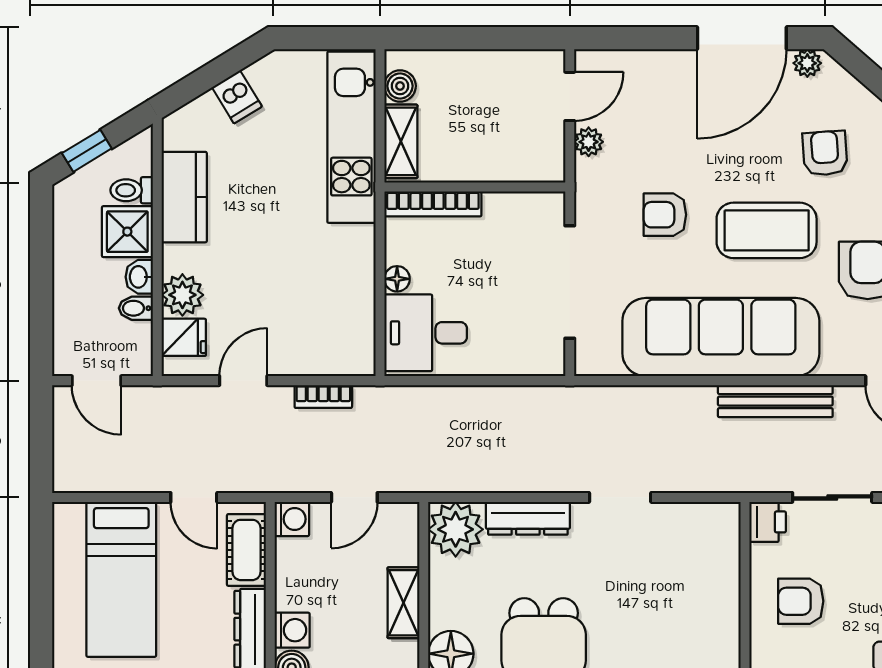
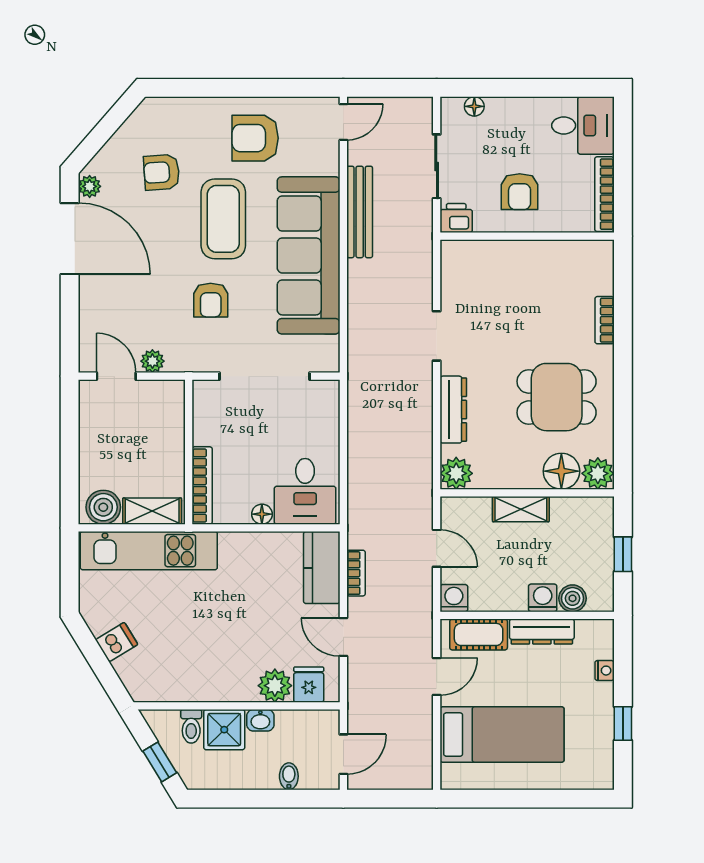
boiler: (400, 86) -> (103, 507), width x1.36, depth x1.36
kitchen counter: (184, 197) -> (322, 568), moved, turned -90
bidet: (136, 308) -> (289, 776), moved, turned 180
plant: (456, 529) -> (456, 473), width x0.73, depth x0.73

